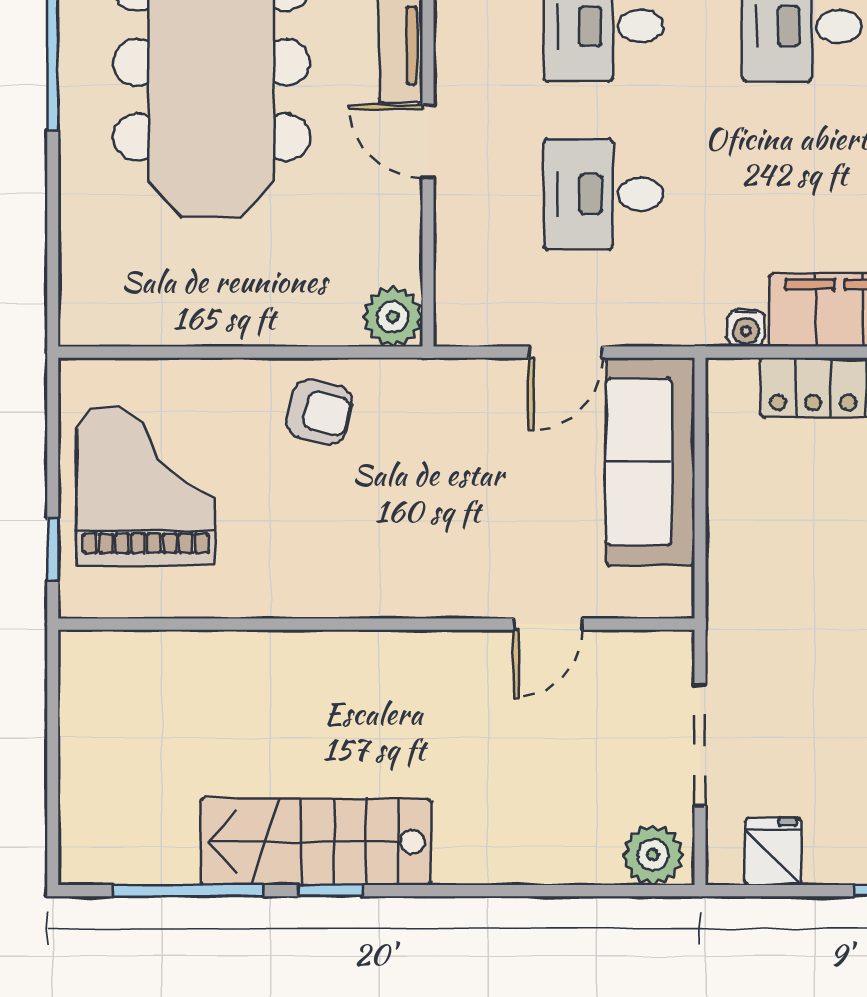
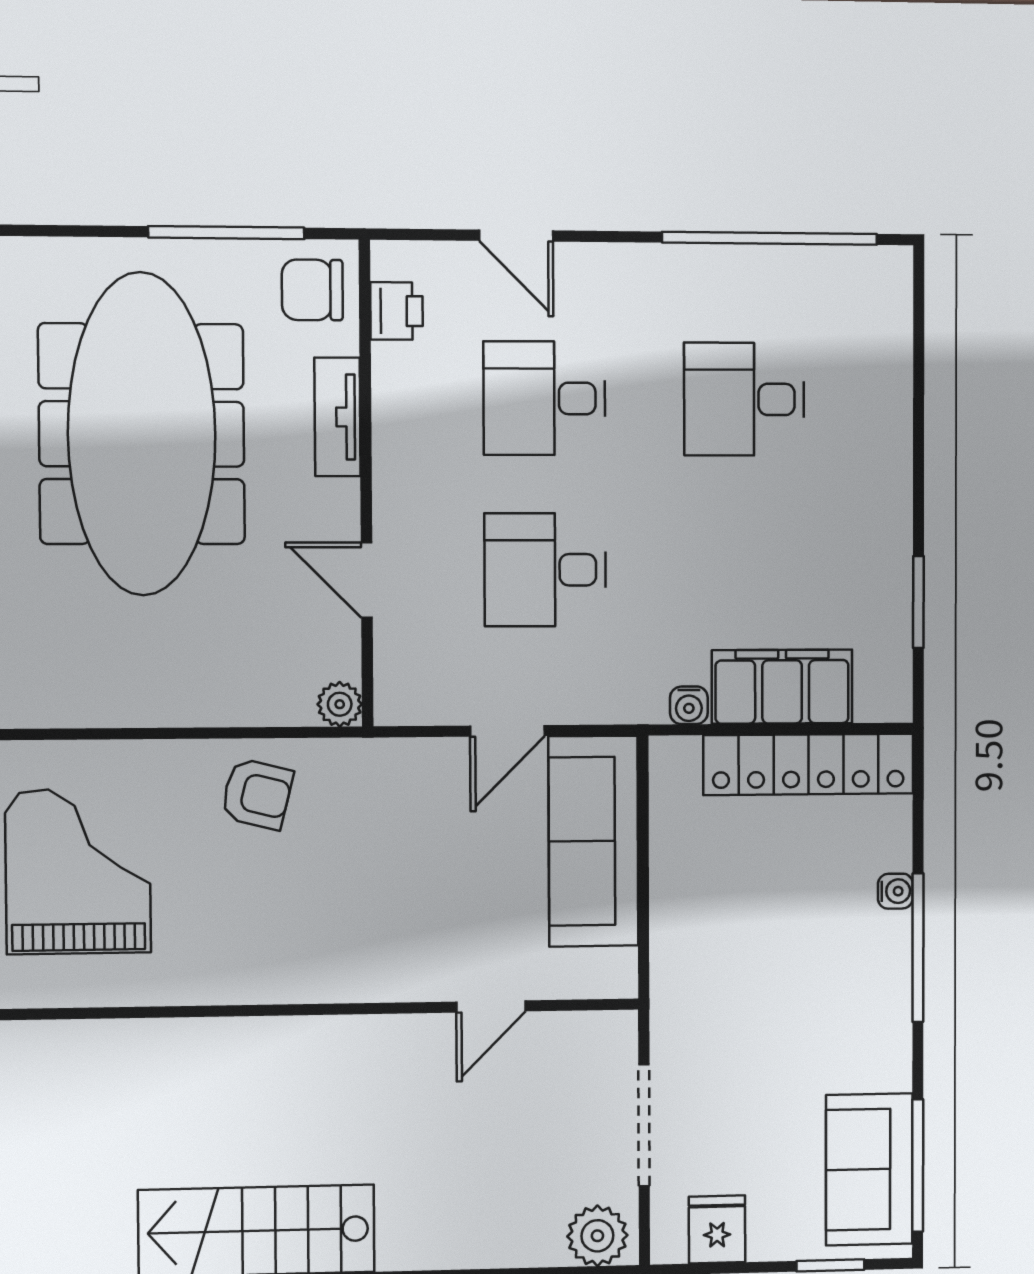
door: (428, 141) -> (367, 580), moved
plant: (393, 317) -> (340, 704), width x0.73, depth x0.73

